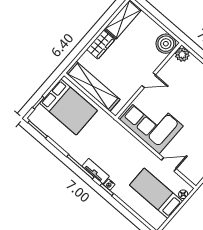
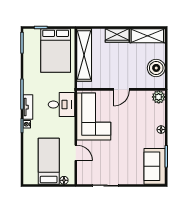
boiler: (166, 44) -> (156, 68), moved
door: (149, 80) -> (121, 89), hinge flipped
desk: (118, 141) -> (62, 105), added

